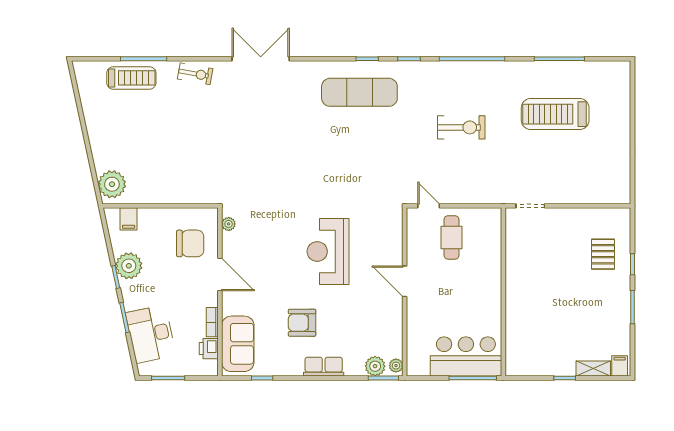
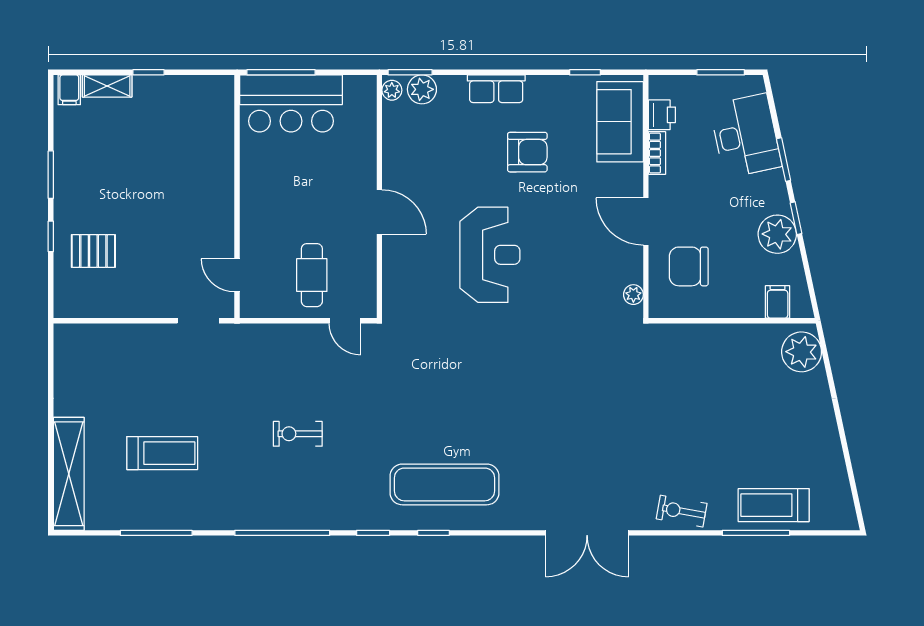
shelving: (620, 100) -> (69, 474), added
treadmill: (555, 114) -> (162, 453), width x0.73, depth x0.73
exercise bike: (461, 127) -> (298, 434), width x0.73, depth x0.72
door: (503, 237) -> (237, 275), added
pallet: (603, 254) -> (93, 251), turned 90

